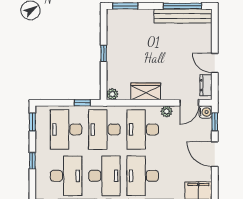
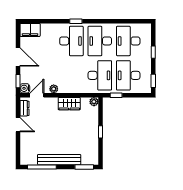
bench: (183, 16) -> (59, 160), moved
desk: (66, 129) -> (128, 75), turned 180
desk: (143, 129) -> (71, 75), removed

